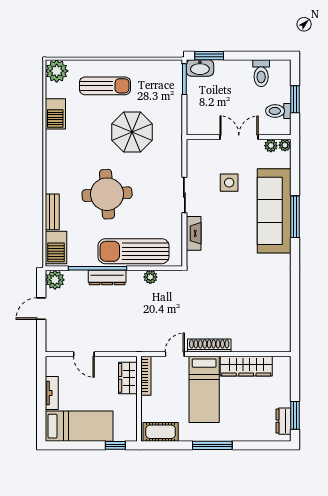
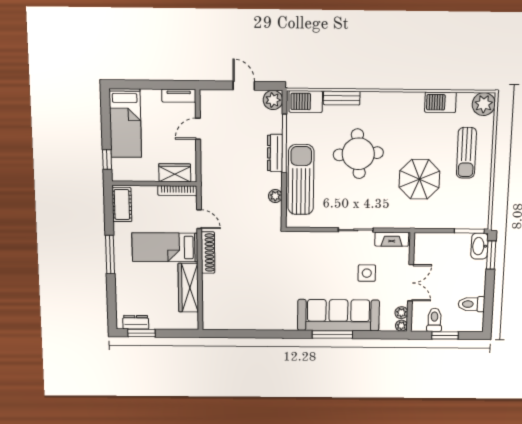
fireplace: (194, 233) -> (392, 239), moved
tv unit: (52, 393) -> (179, 96), moved

